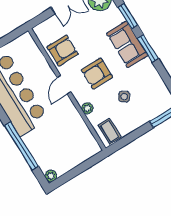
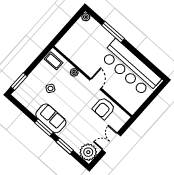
sofa: (127, 44) -> (51, 118), moved
armchair: (97, 74) -> (75, 99), removed
window: (21, 146) -> (113, 32), width x0.68

